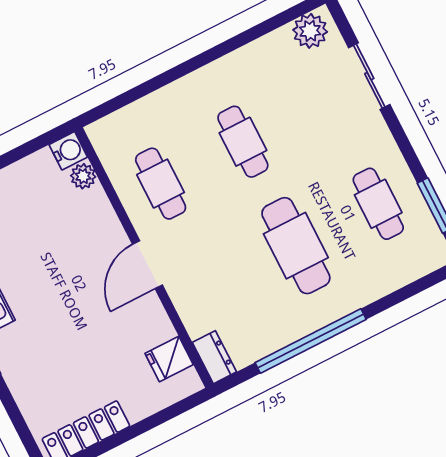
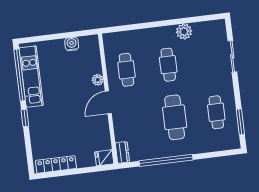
plant: (310, 31) -> (184, 32), moved
water cooler: (68, 151) -> (72, 44), moved, turned -90
plant: (83, 176) -> (98, 80), moved
fridge: (169, 359) -> (104, 158), moved

